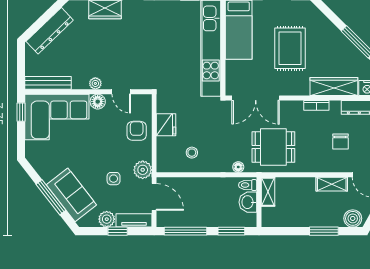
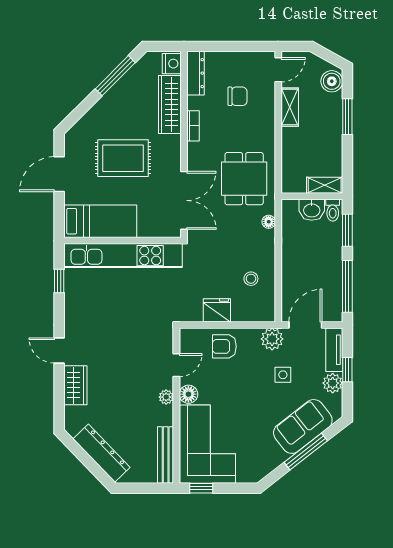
toilet: (248, 185) -> (333, 210), moved
shelving: (268, 192) -> (325, 185), moved

